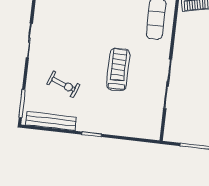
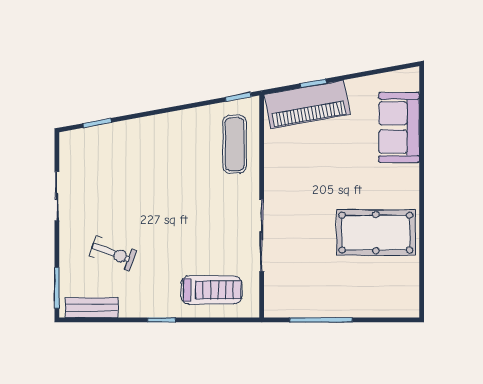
treadmill: (118, 69) -> (211, 290), moved, turned 90
bench: (51, 121) -> (92, 308), width x0.73

